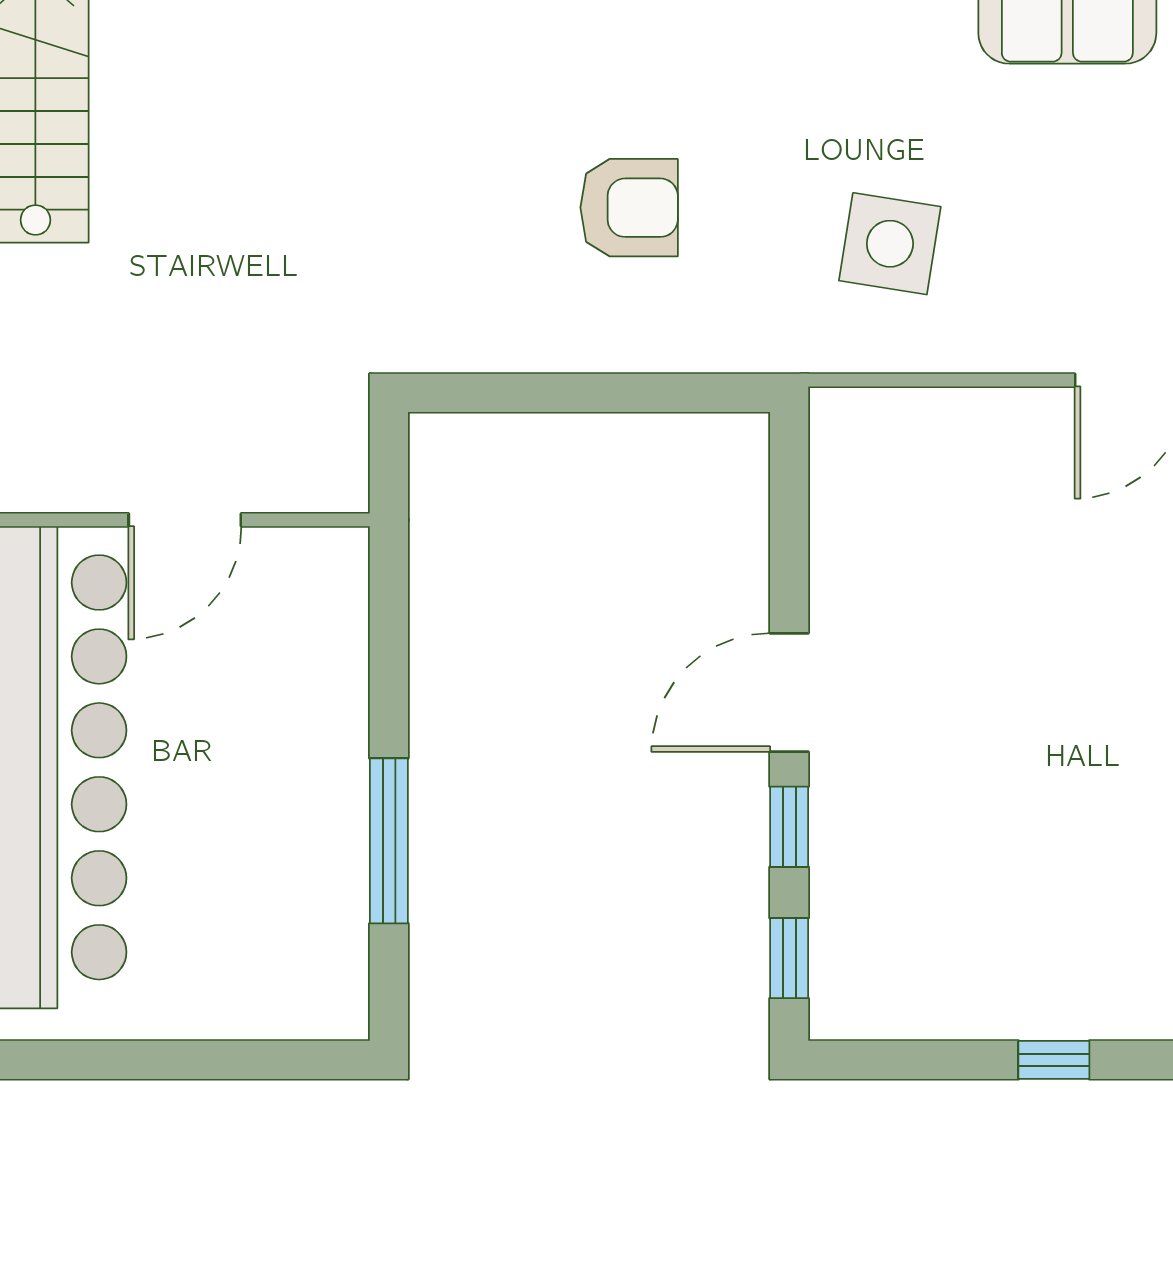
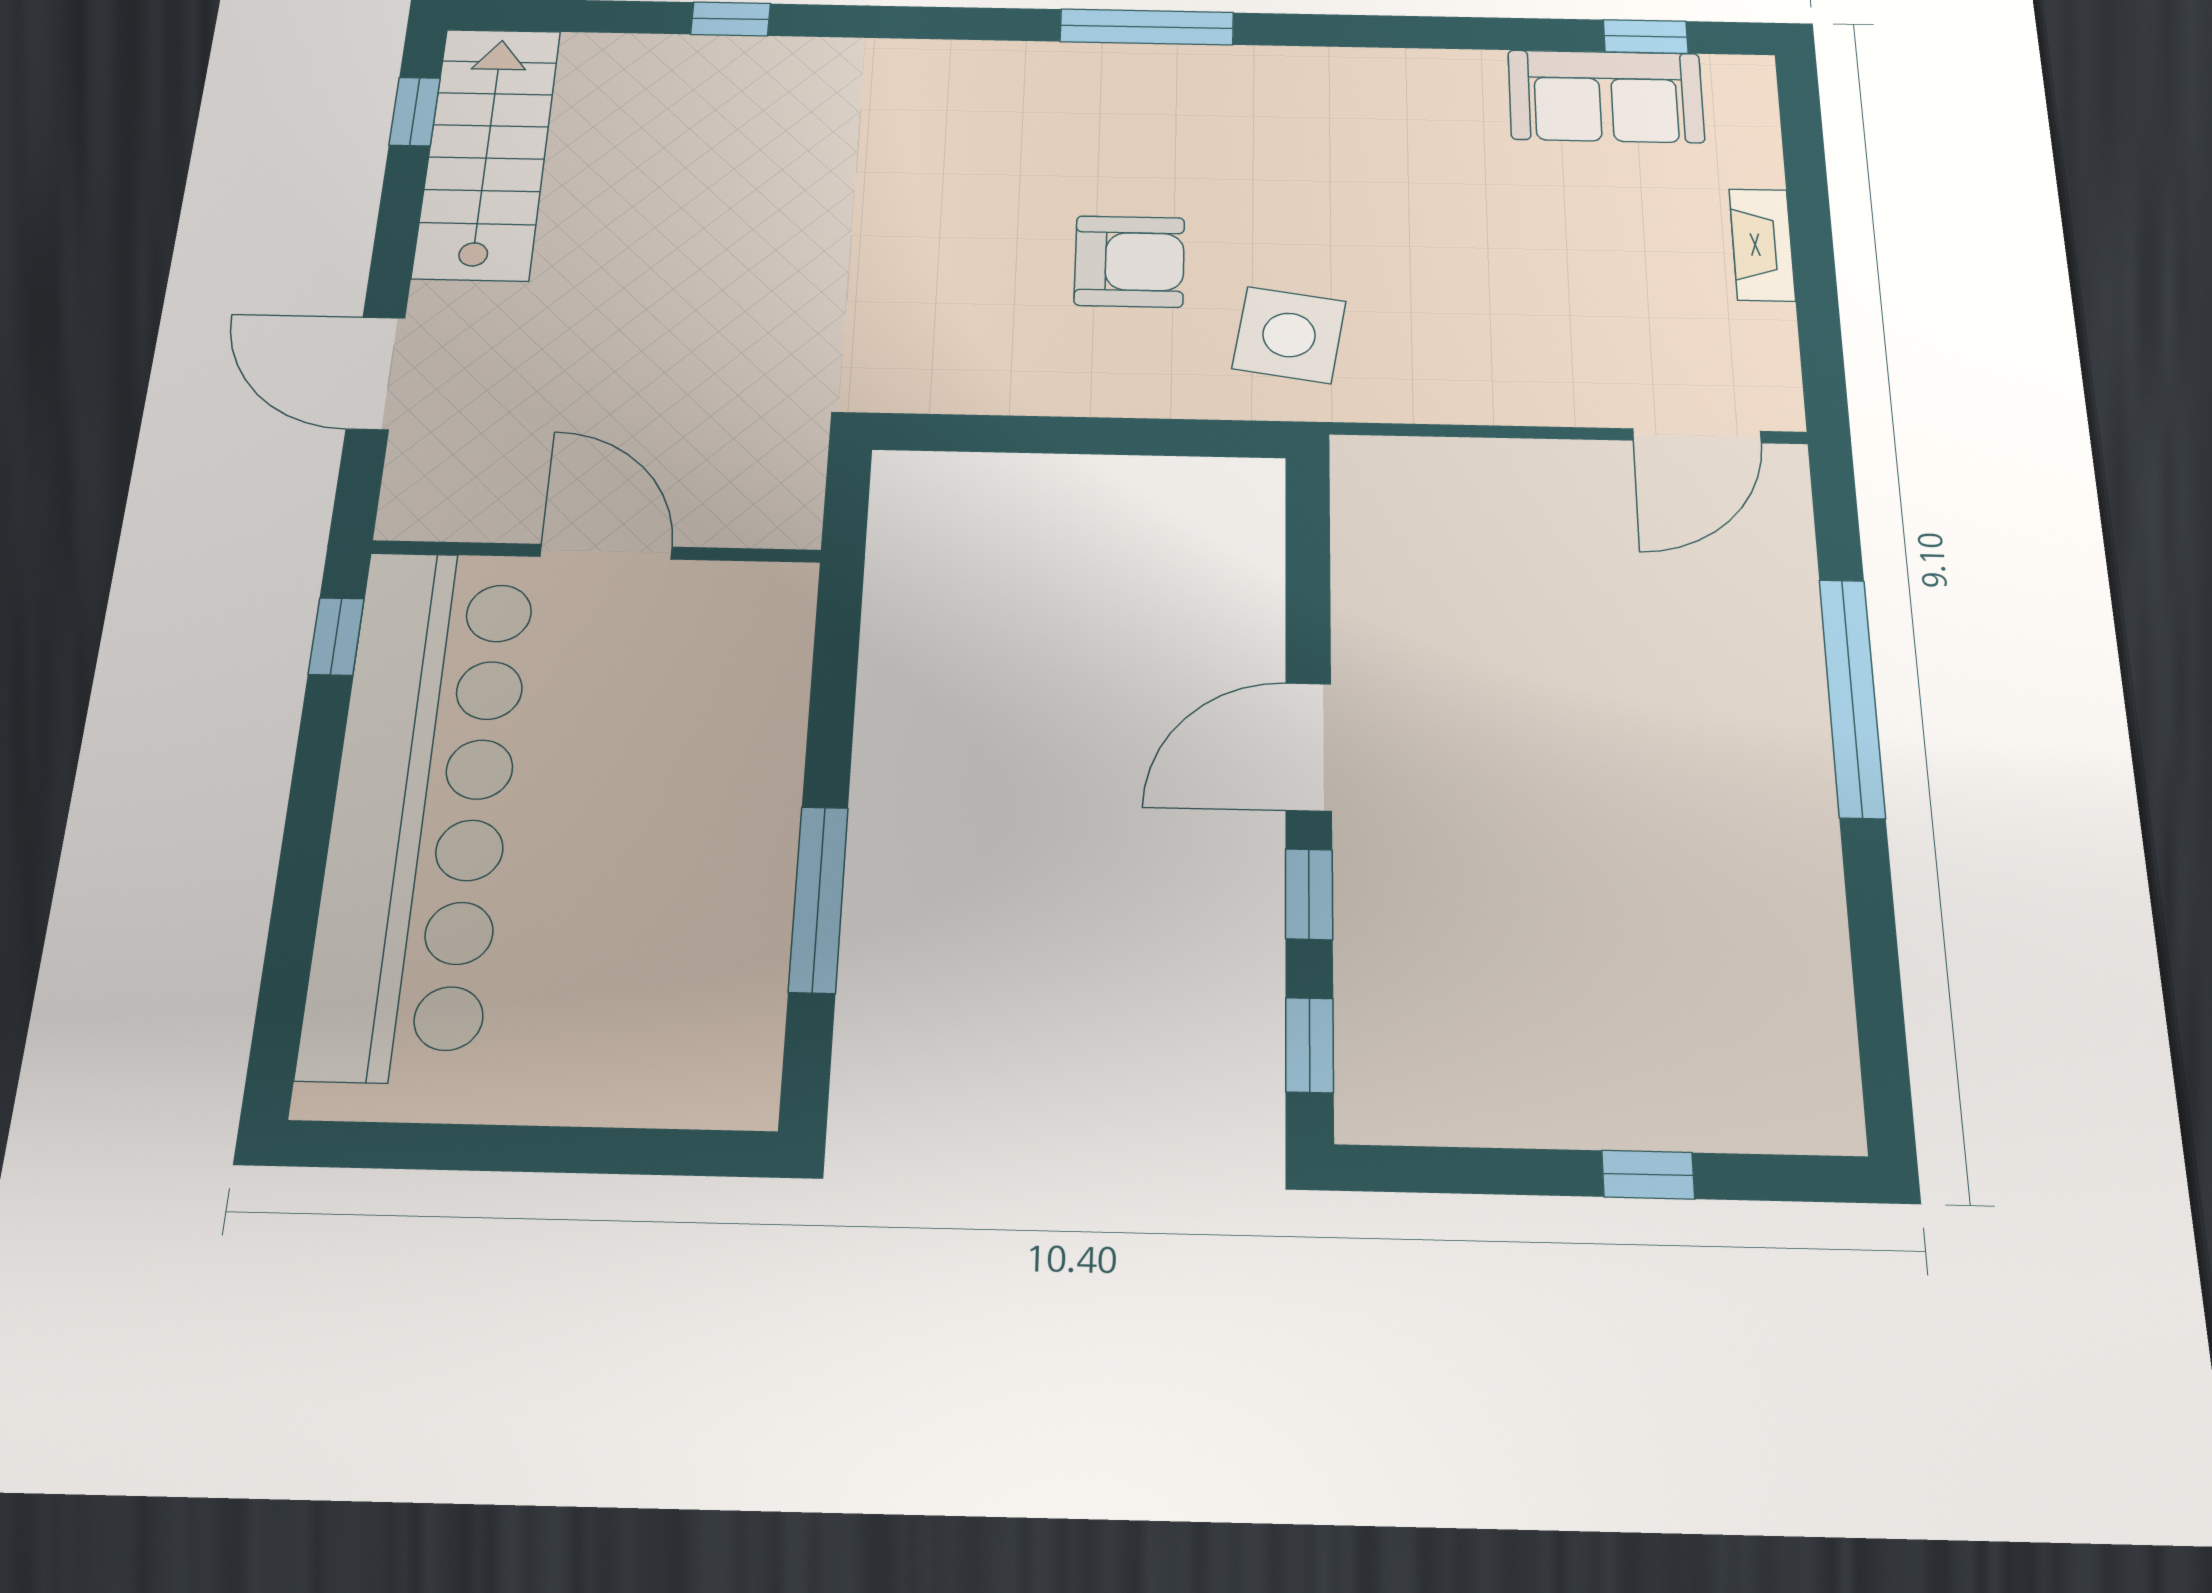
side table: (890, 244) -> (1289, 335), moved
door: (185, 520) -> (606, 552), swing flipped

